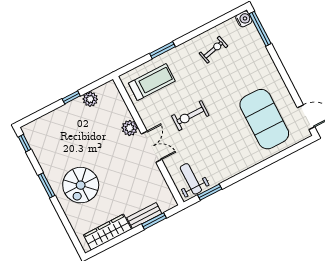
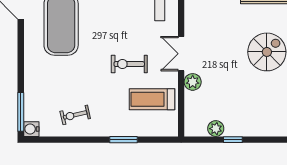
treadmill: (152, 82) -> (152, 99), moved
exercise bike: (190, 116) -> (129, 64), turned 180

